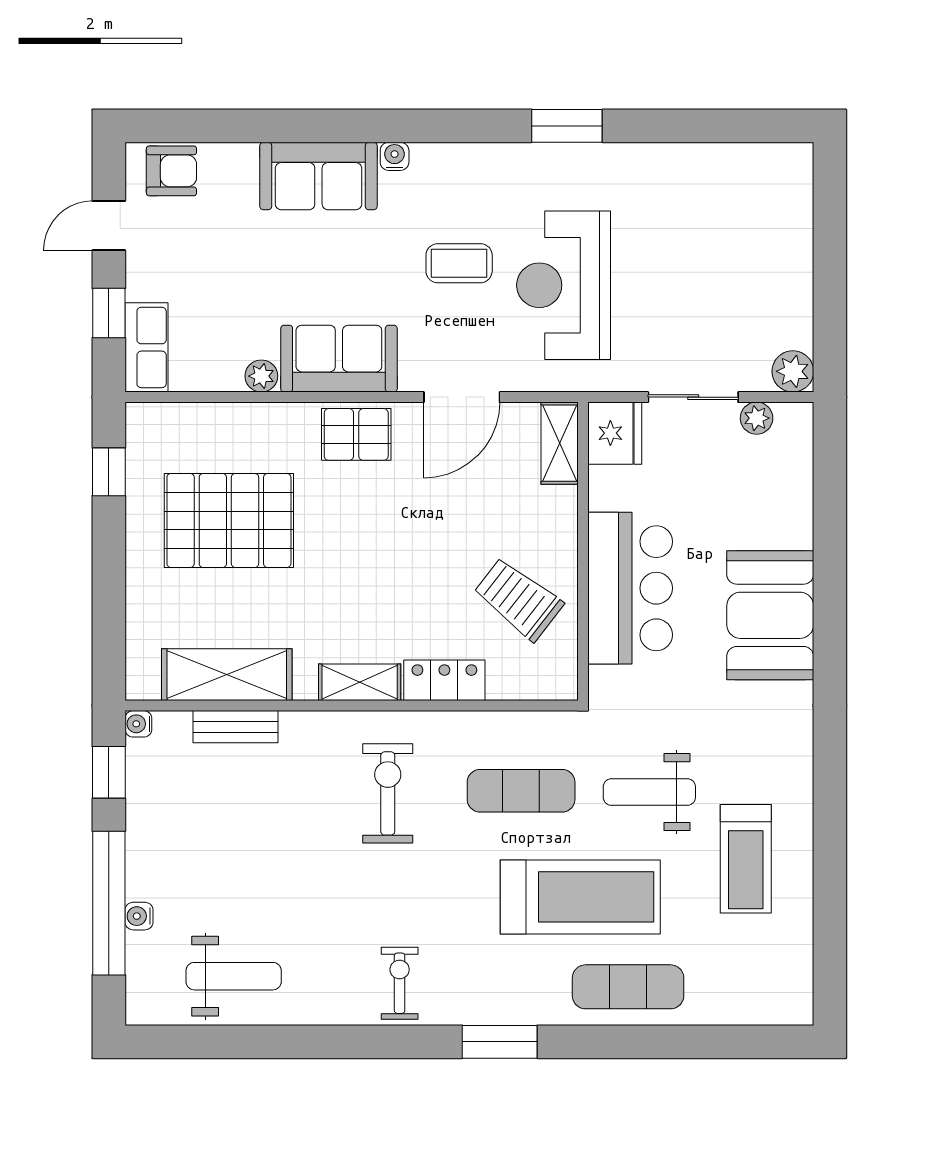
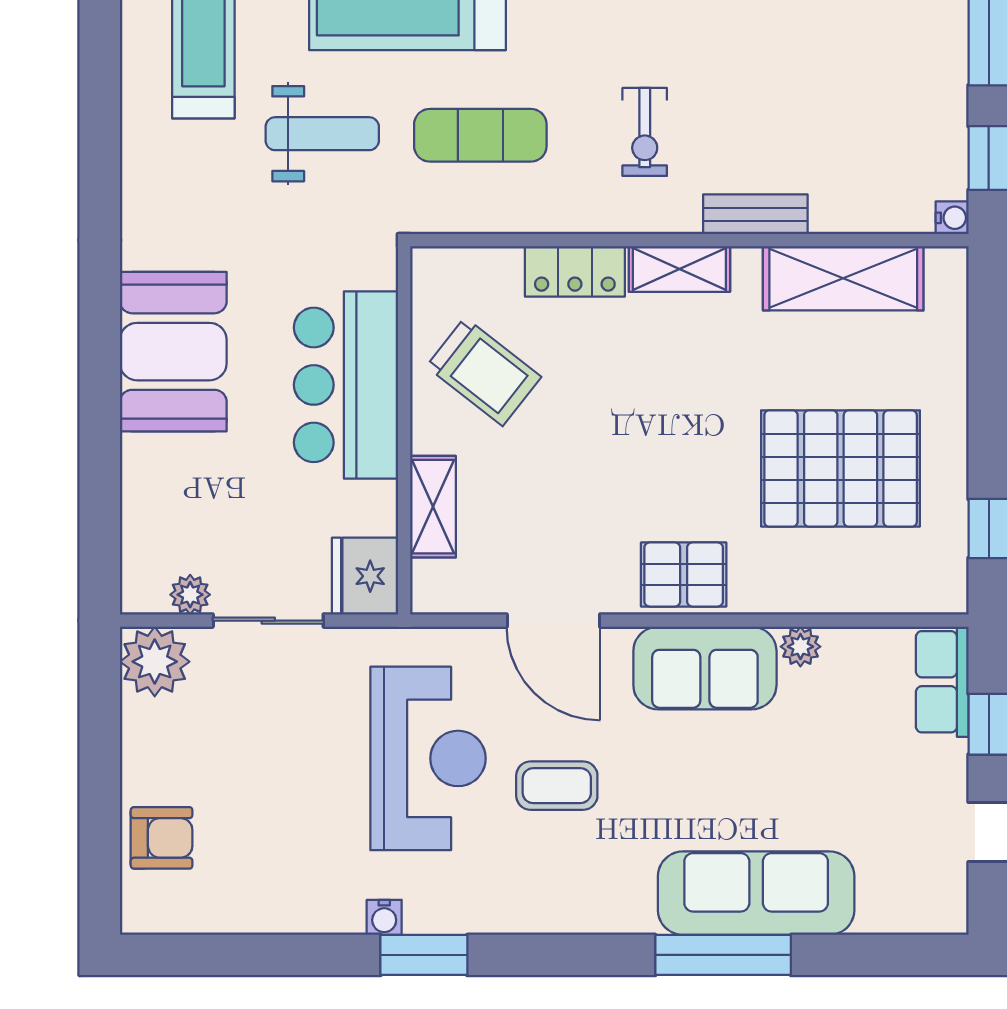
window: (324, 126) -> (723, 955), added
water cooler: (395, 156) -> (384, 917), moved
armchair: (171, 171) -> (162, 838), moved, turned 180
sofa: (318, 176) -> (756, 893), width x1.36
plant: (793, 371) -> (155, 662), width x1.36, depth x1.36
door: (462, 397) -> (553, 621), swing flipped
shelving: (560, 443) -> (433, 507), moved
bench: (235, 727) -> (755, 214), moved
exercise bike: (388, 793) -> (645, 132), width x0.73, depth x0.72

